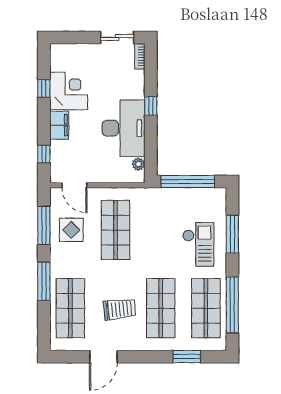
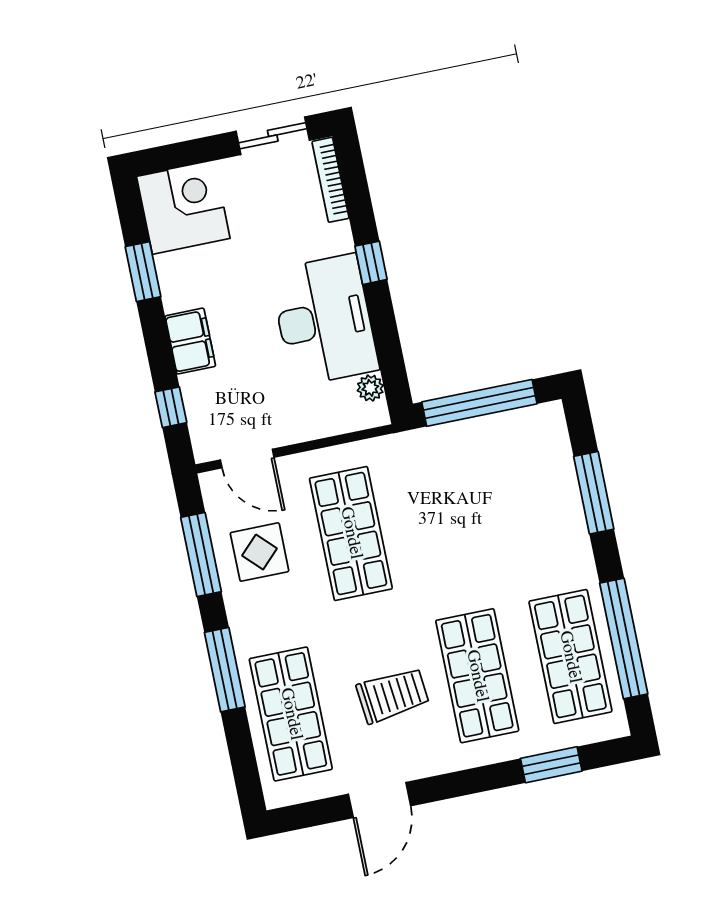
bookcase: (140, 56) -> (330, 180), width x1.56
window: (44, 88) -> (143, 272), width x1.50
corner desk: (69, 91) -> (183, 207), moved
checkout: (198, 244) -> (528, 528), removed

